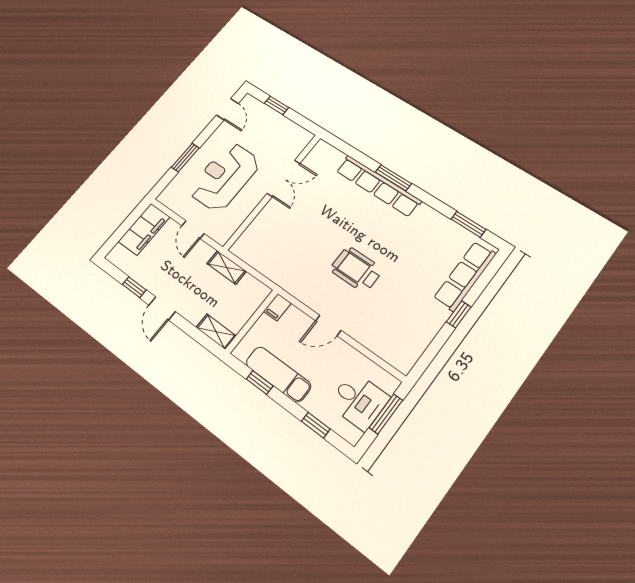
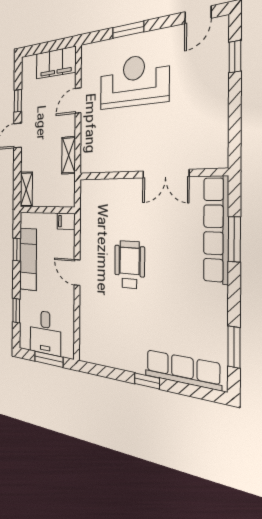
double door: (284, 178) -> (165, 174), moved
wall: (273, 192) -> (148, 174), moved

